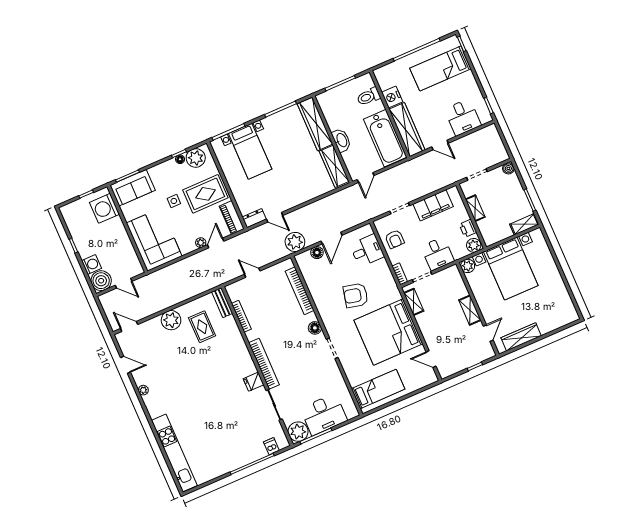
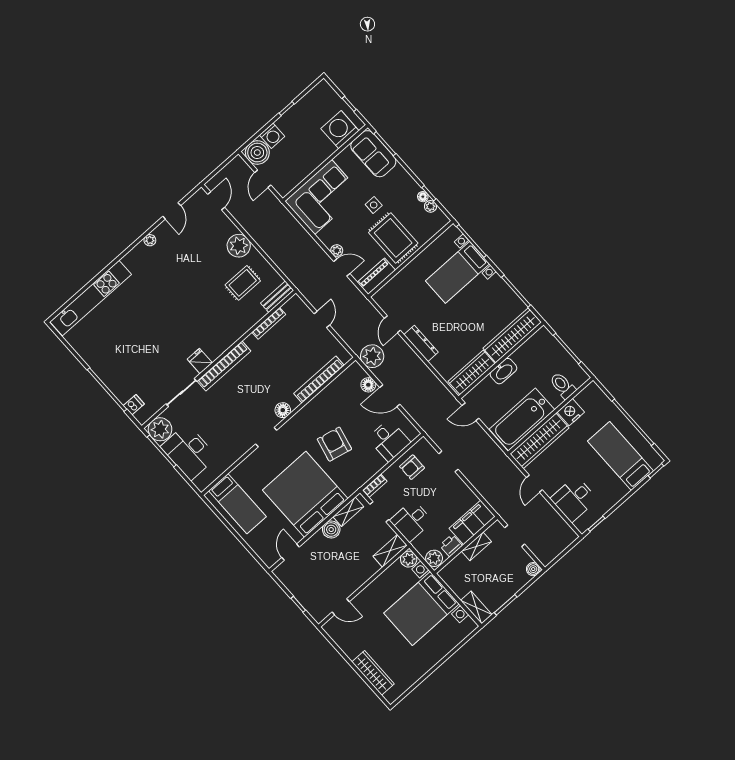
plant: (196, 158) -> (430, 206), width x0.53, depth x0.53
filing cabinet: (433, 205) -> (472, 522), moved, turned 90
dresser: (254, 218) -> (421, 343), moved, width x1.44
shelving: (470, 310) -> (390, 551), moved
boiler: (424, 320) -> (331, 530), added
wardrobe: (521, 337) -> (373, 673), moved

